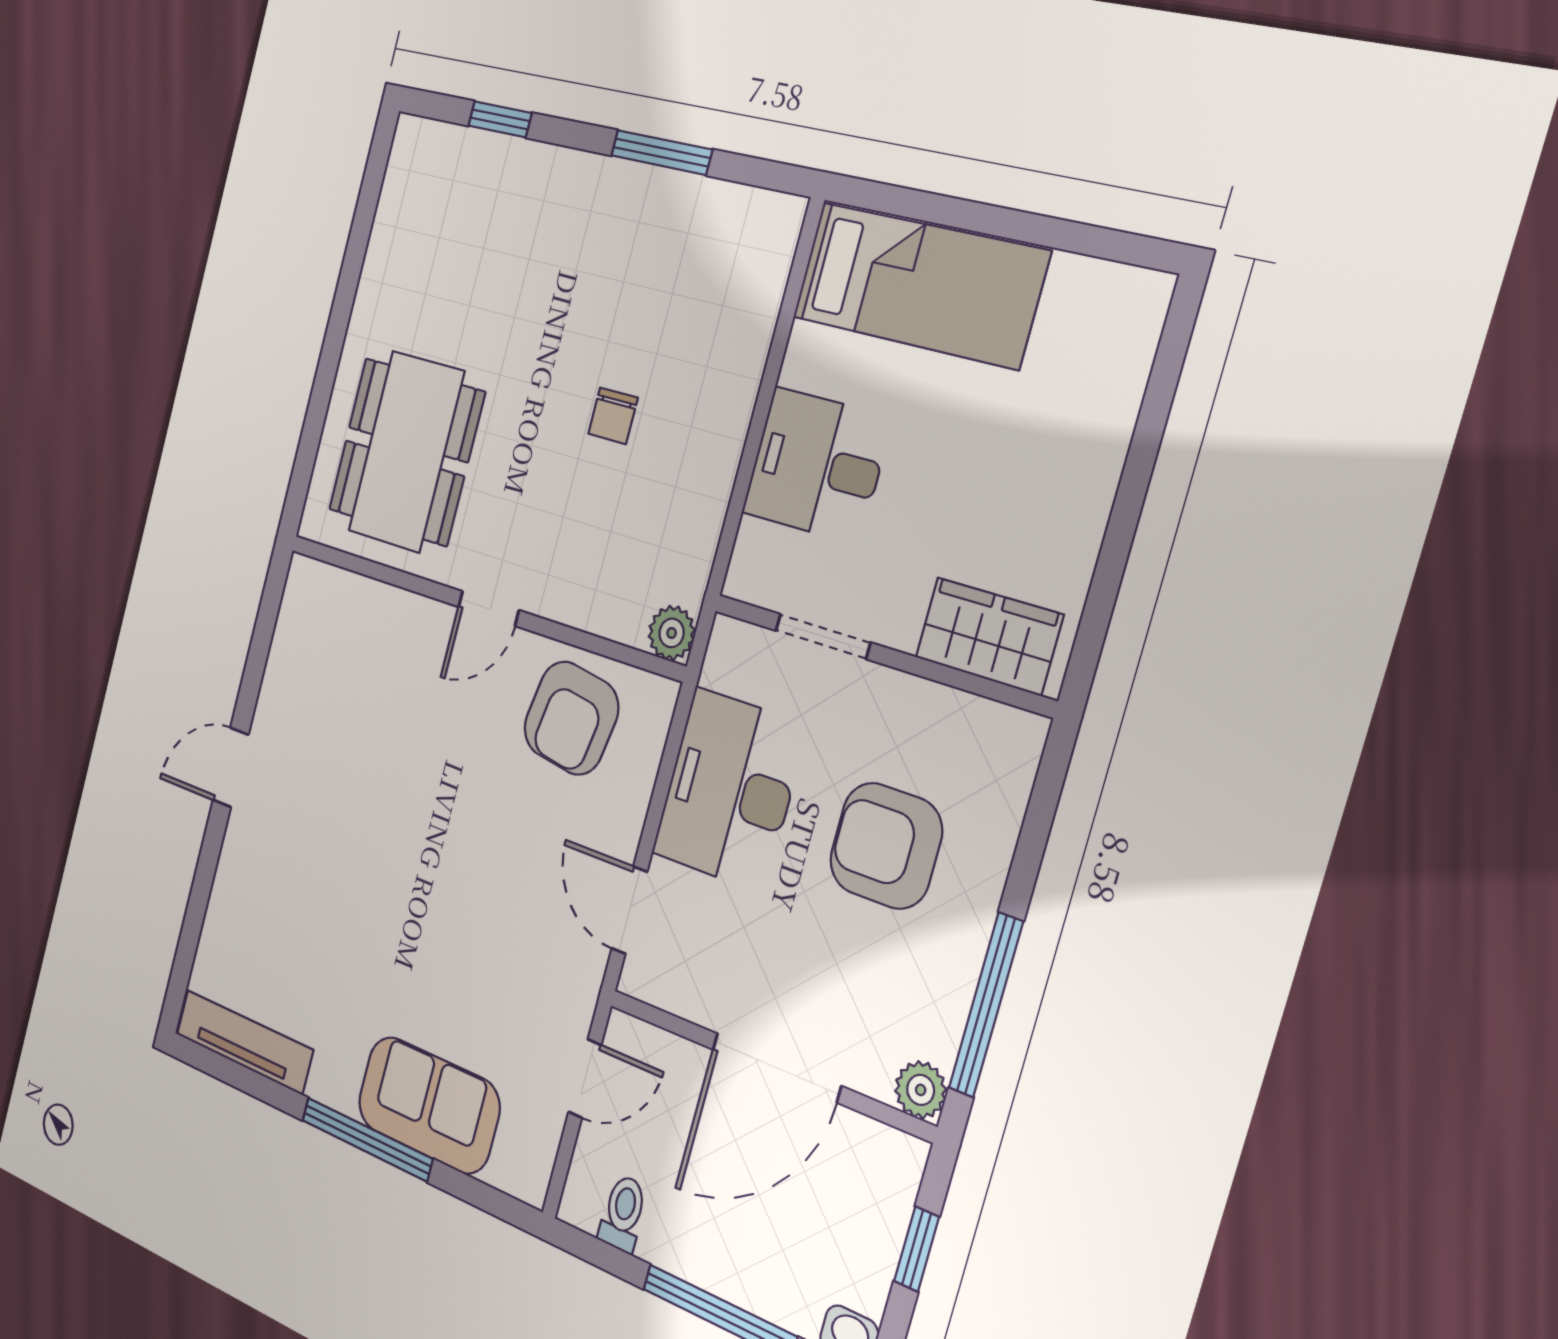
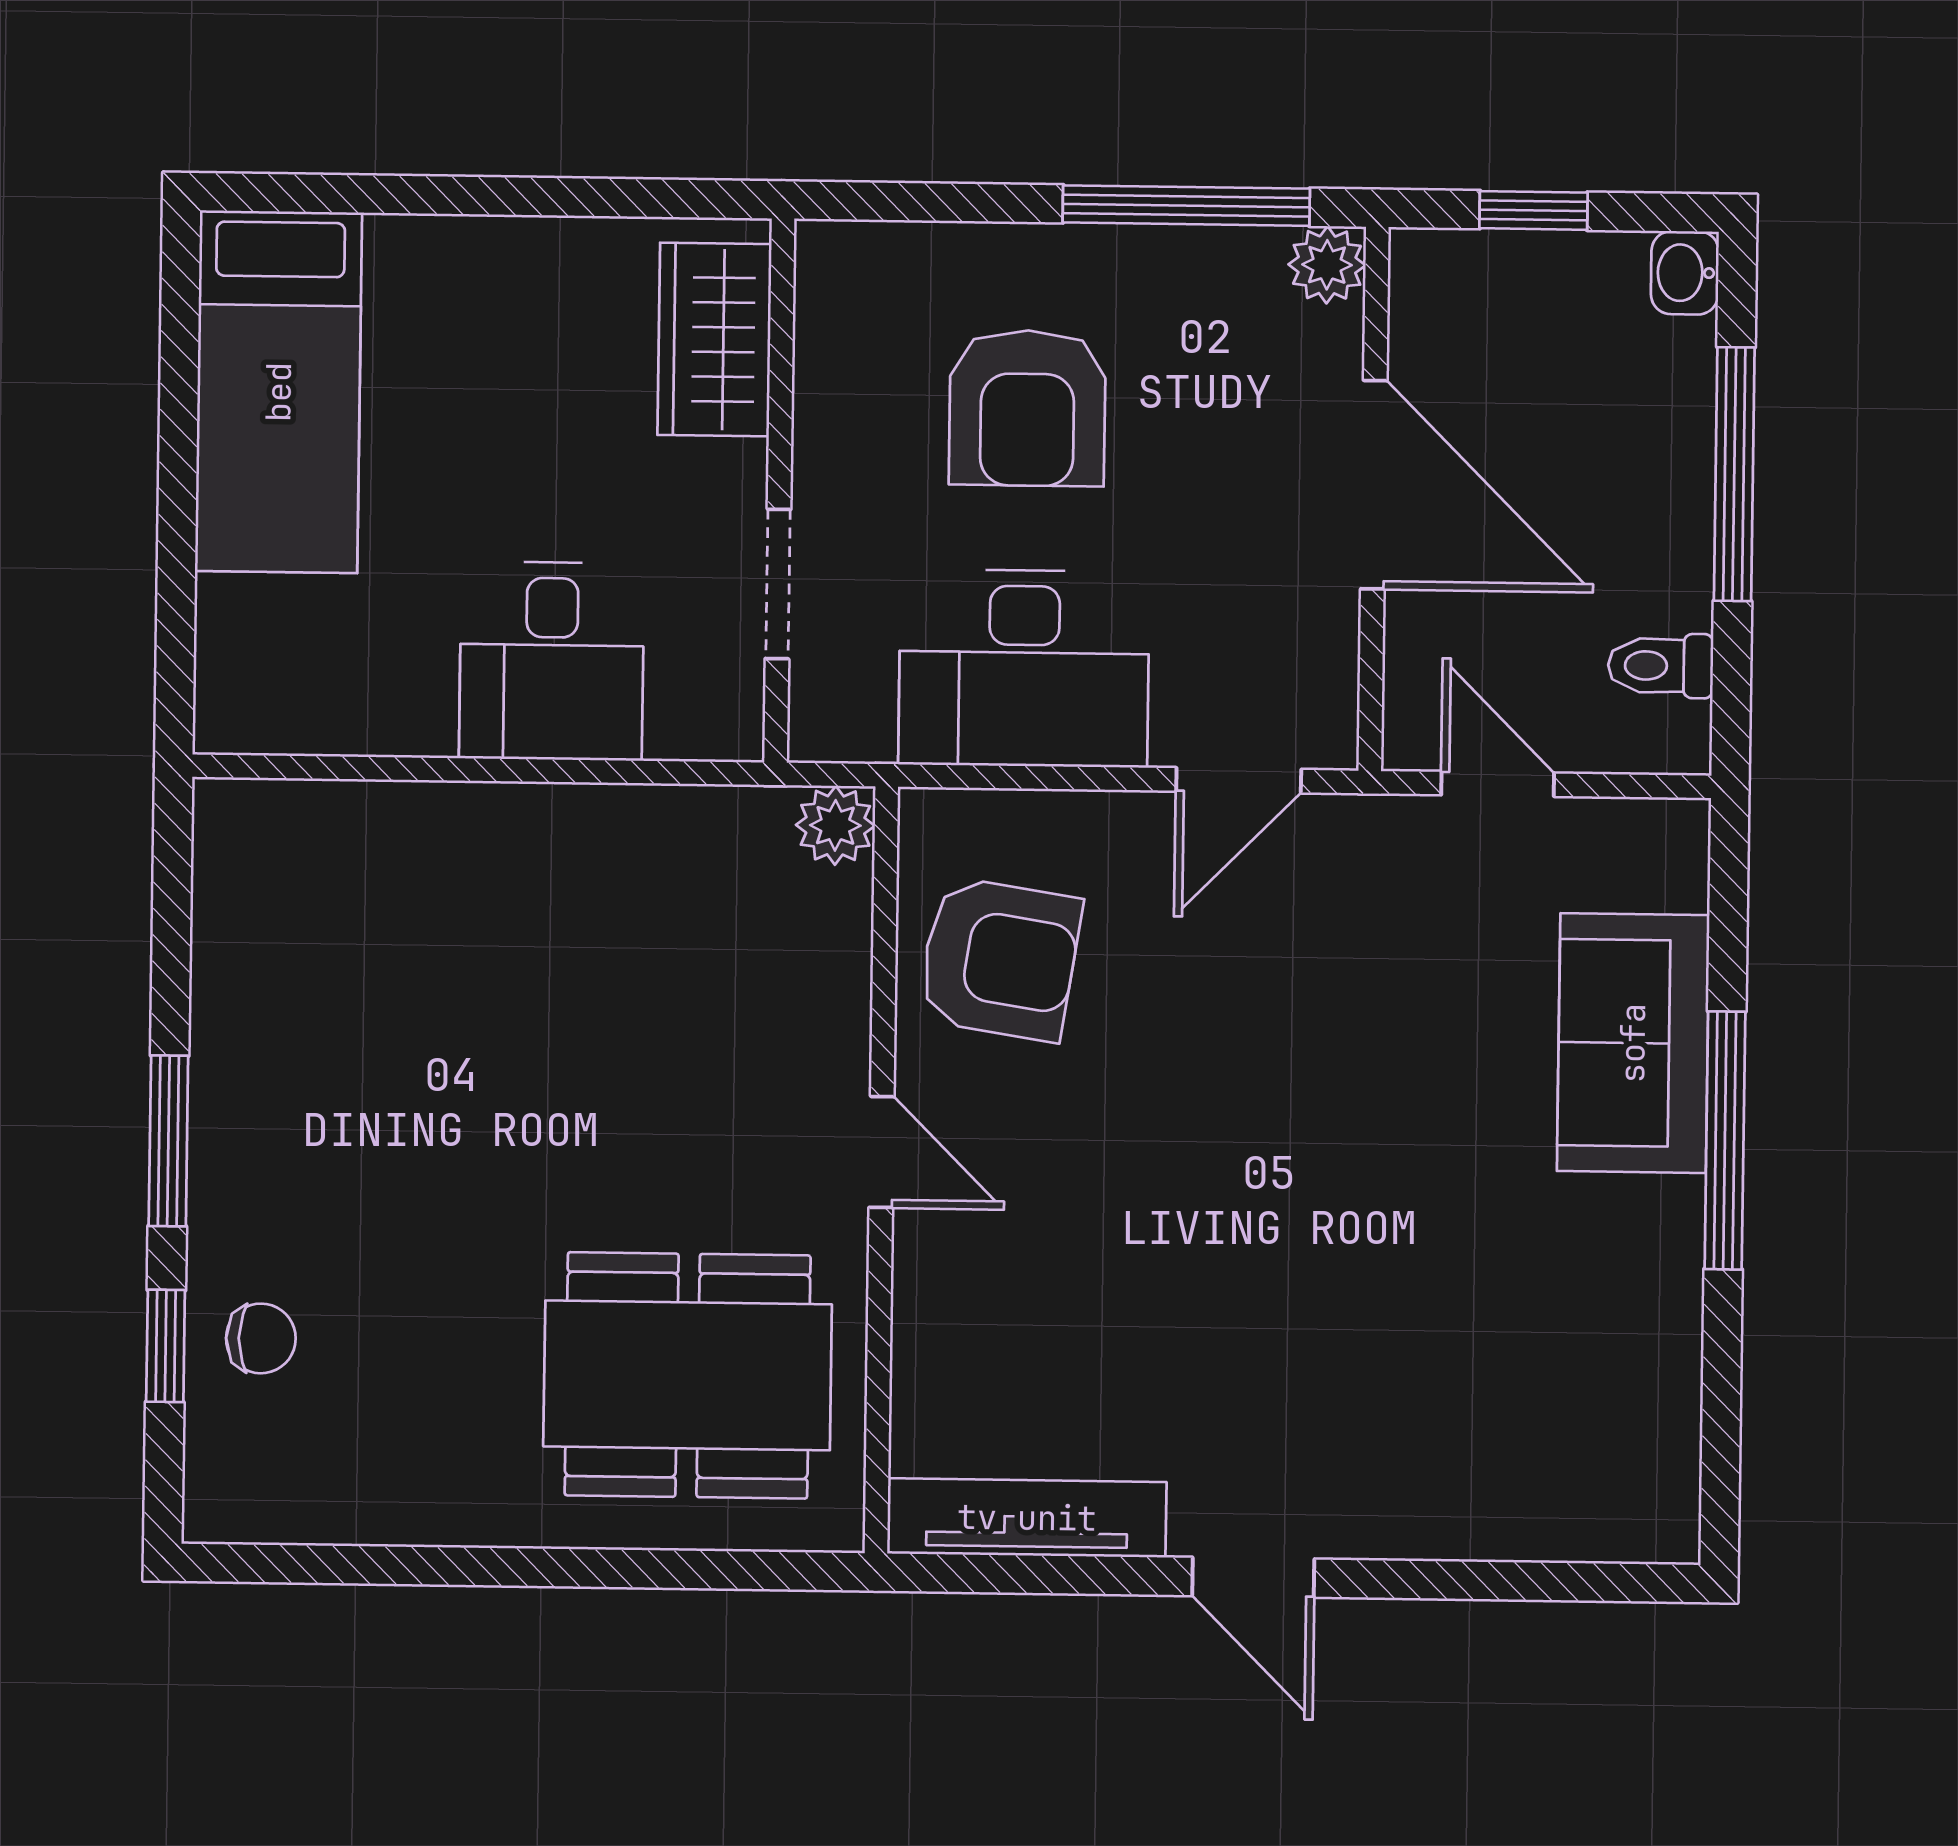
window: (661, 152) -> (168, 1141), moved
bed: (919, 285) -> (279, 392), moved, turned 180
chair: (613, 416) -> (261, 1338), moved
tv unit: (244, 1042) -> (1027, 1518), moved, turned 90

